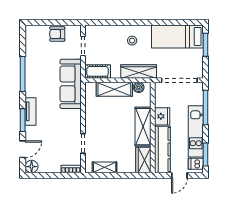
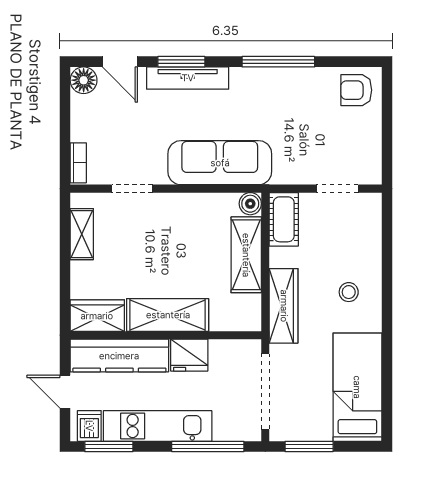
armchair: (57, 34) -> (356, 90), moved, turned -90
window: (205, 45) -> (309, 447), moved
sofa: (71, 84) -> (220, 163), moved
boiler: (139, 87) -> (250, 204), moved
tv unit: (30, 111) -> (188, 78), width x1.41

